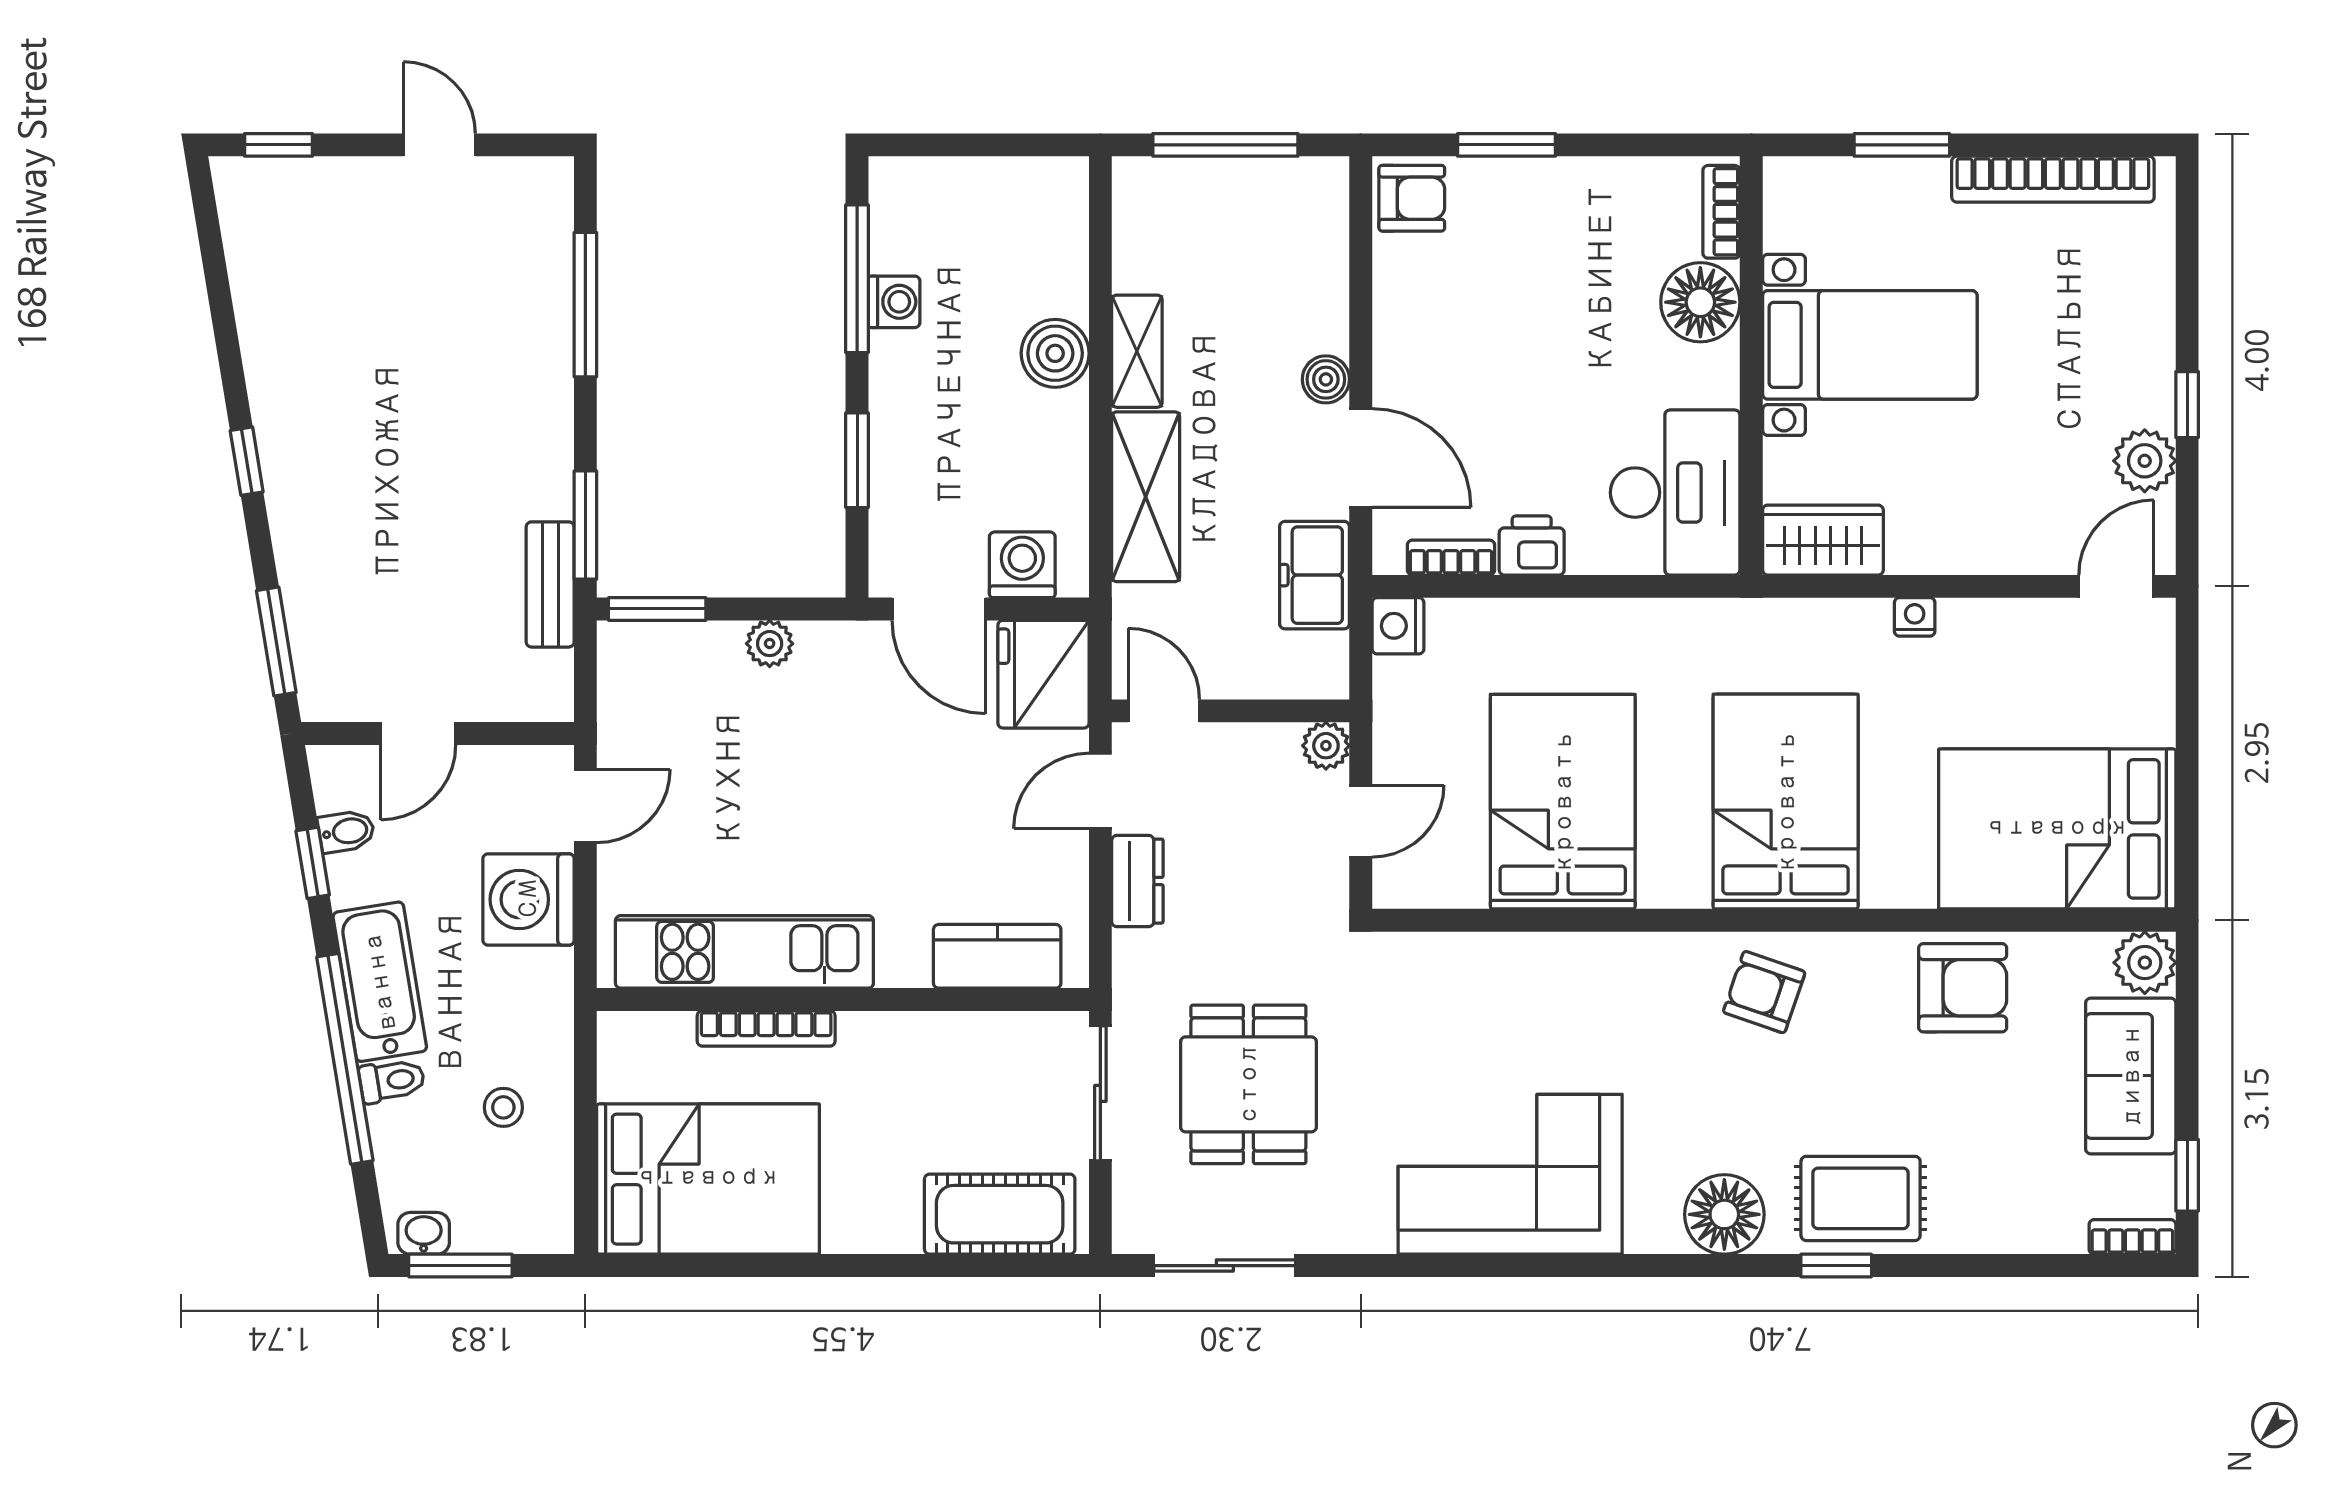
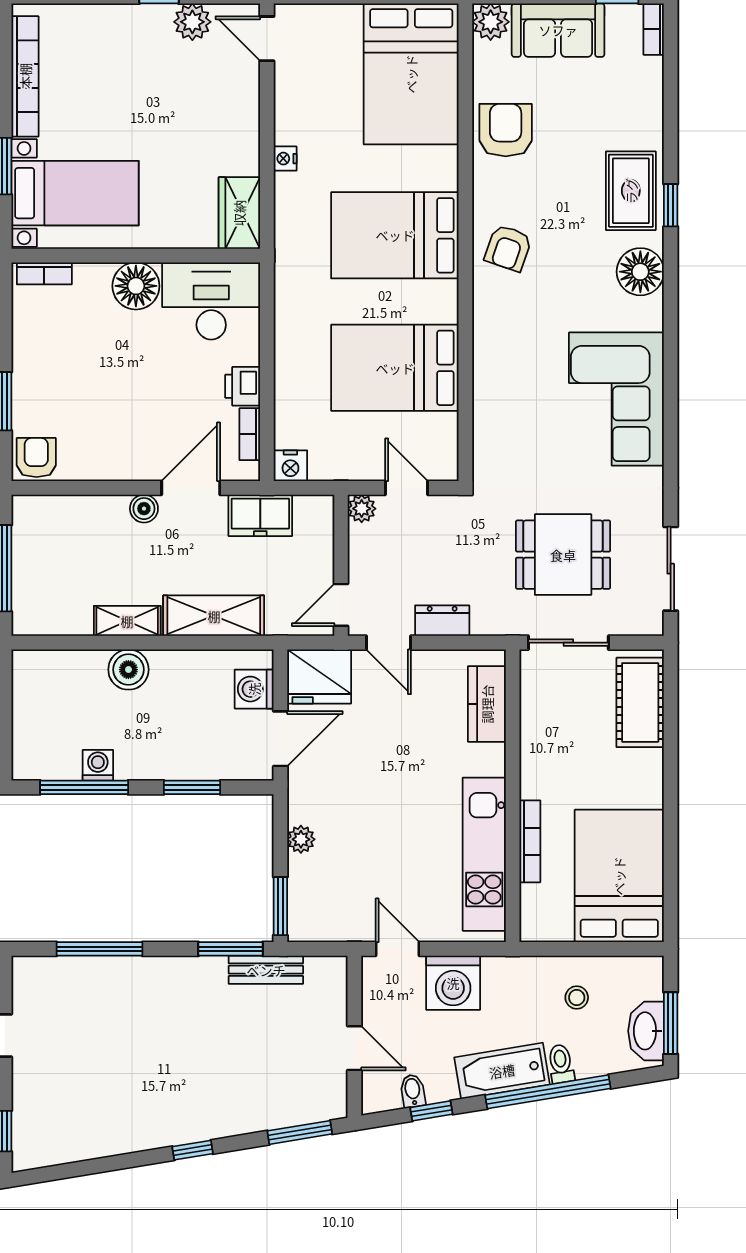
floor lamp: (1700, 302) -> (136, 286), moved
bed with nightstands: (1870, 345) -> (75, 193), moved, turned 90
washbasin: (424, 1233) -> (646, 1031), width x1.91, depth x1.45

